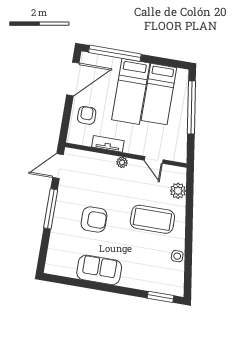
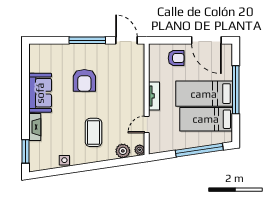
window: (115, 53) -> (236, 90), moved
tv unit: (108, 144) -> (154, 96), moved
plant: (122, 162) -> (140, 150), moved
coffee table: (152, 219) -> (93, 132), width x0.73, depth x0.76
fireplace: (136, 282) -> (35, 127), added

